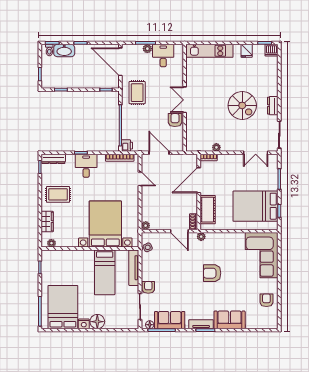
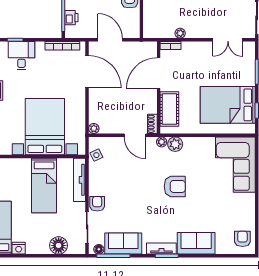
printer: (127, 146) -> (71, 18), moved
door: (140, 179) -> (87, 72), width x1.88
plant: (212, 238) -> (175, 144), added
armchair: (212, 273) -> (175, 186), turned 180
armchair: (266, 300) -> (242, 239), moved
floor lamp: (97, 322) -> (59, 245), moved

